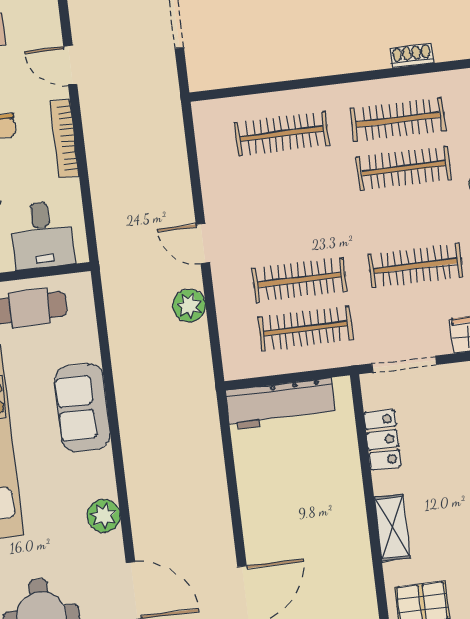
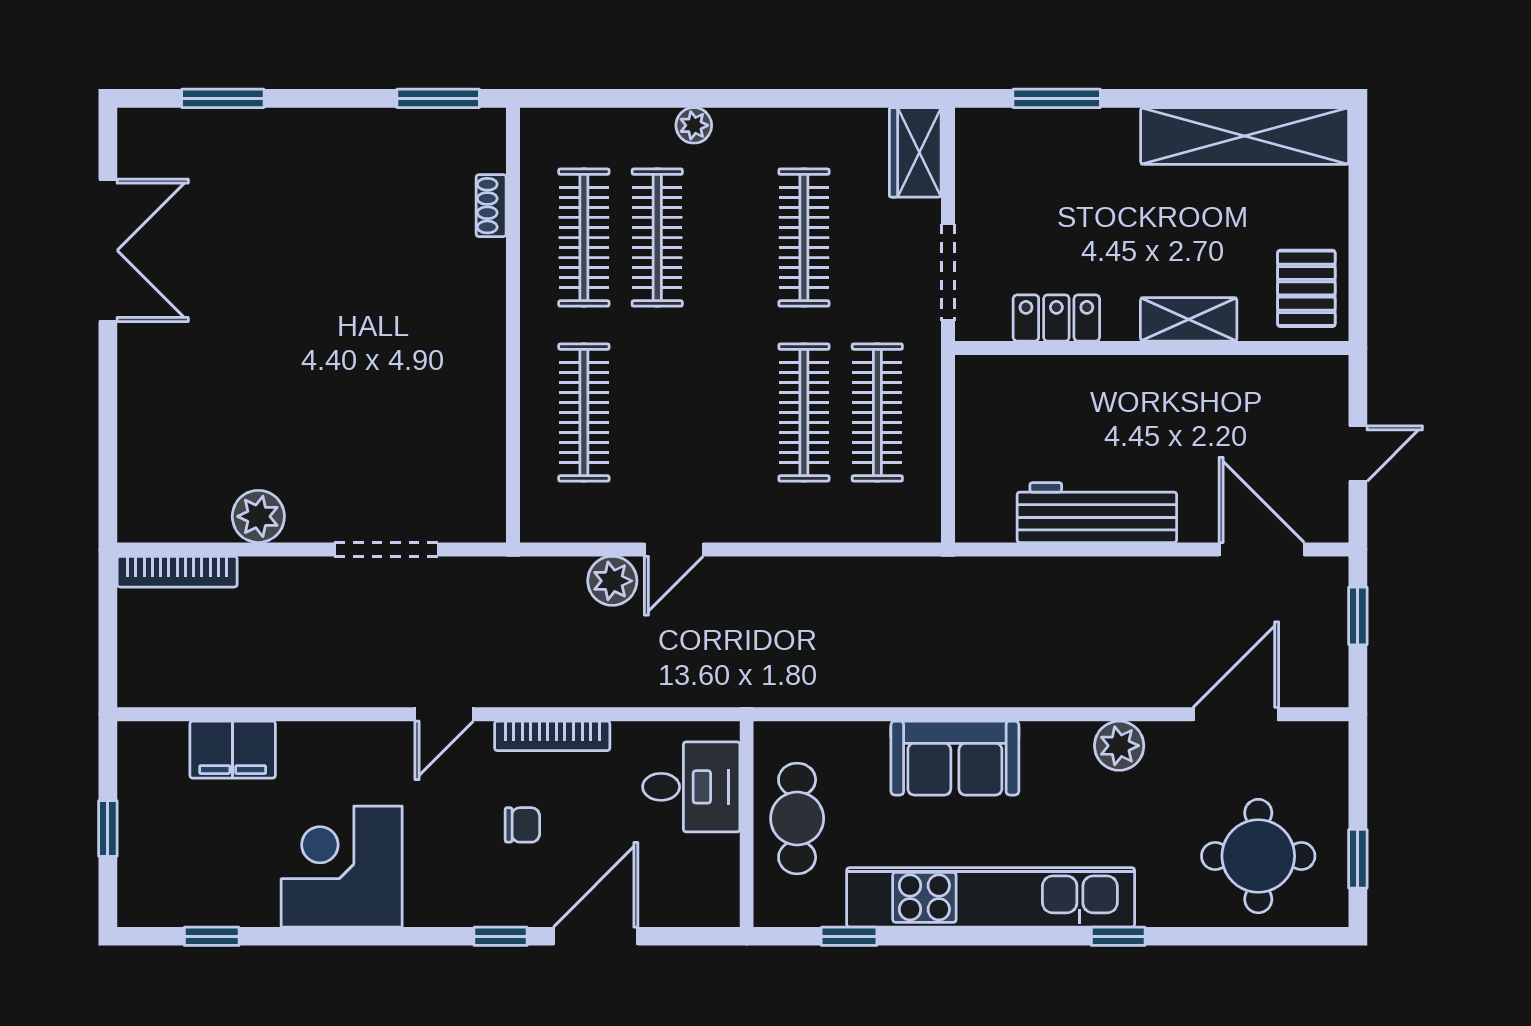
door: (203, 243) -> (674, 549), moved
plant: (189, 306) -> (612, 581), moved
workbench: (281, 404) -> (1097, 513), moved, turned -90

